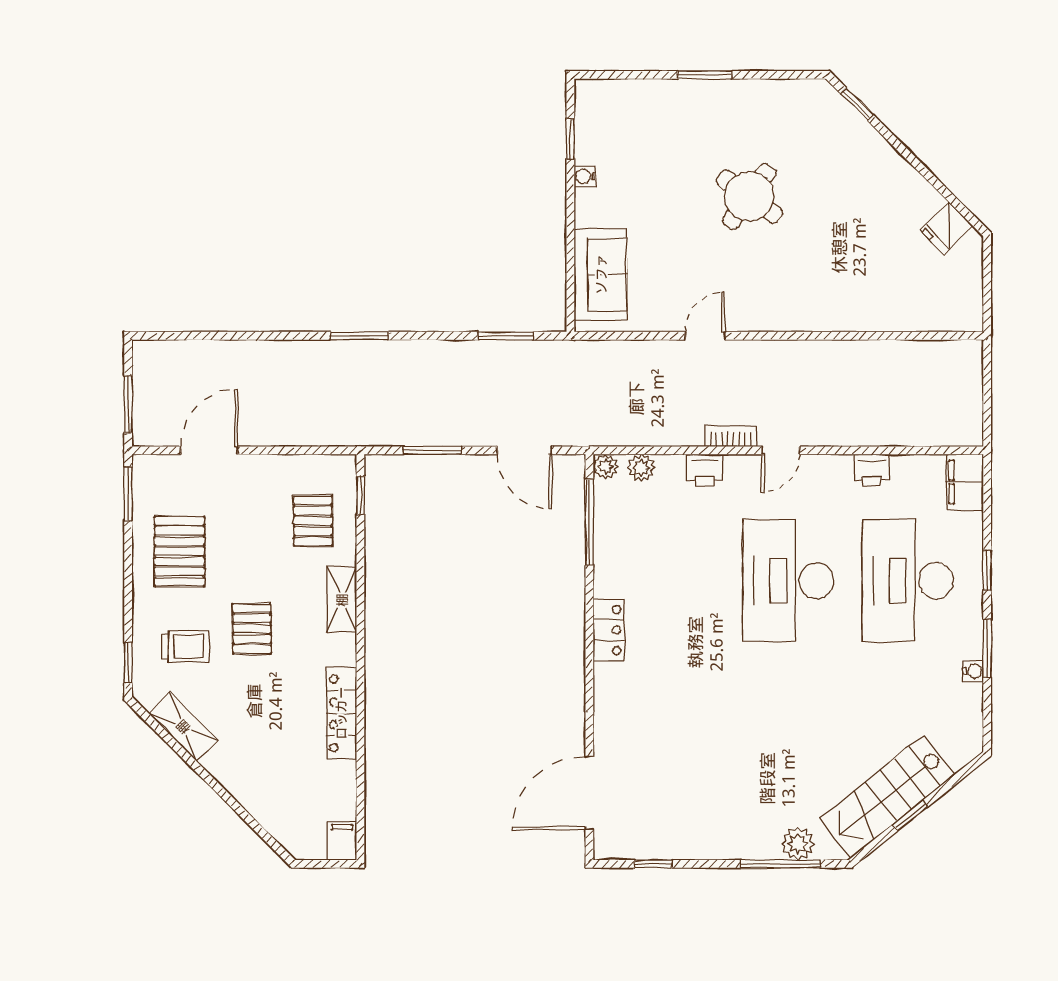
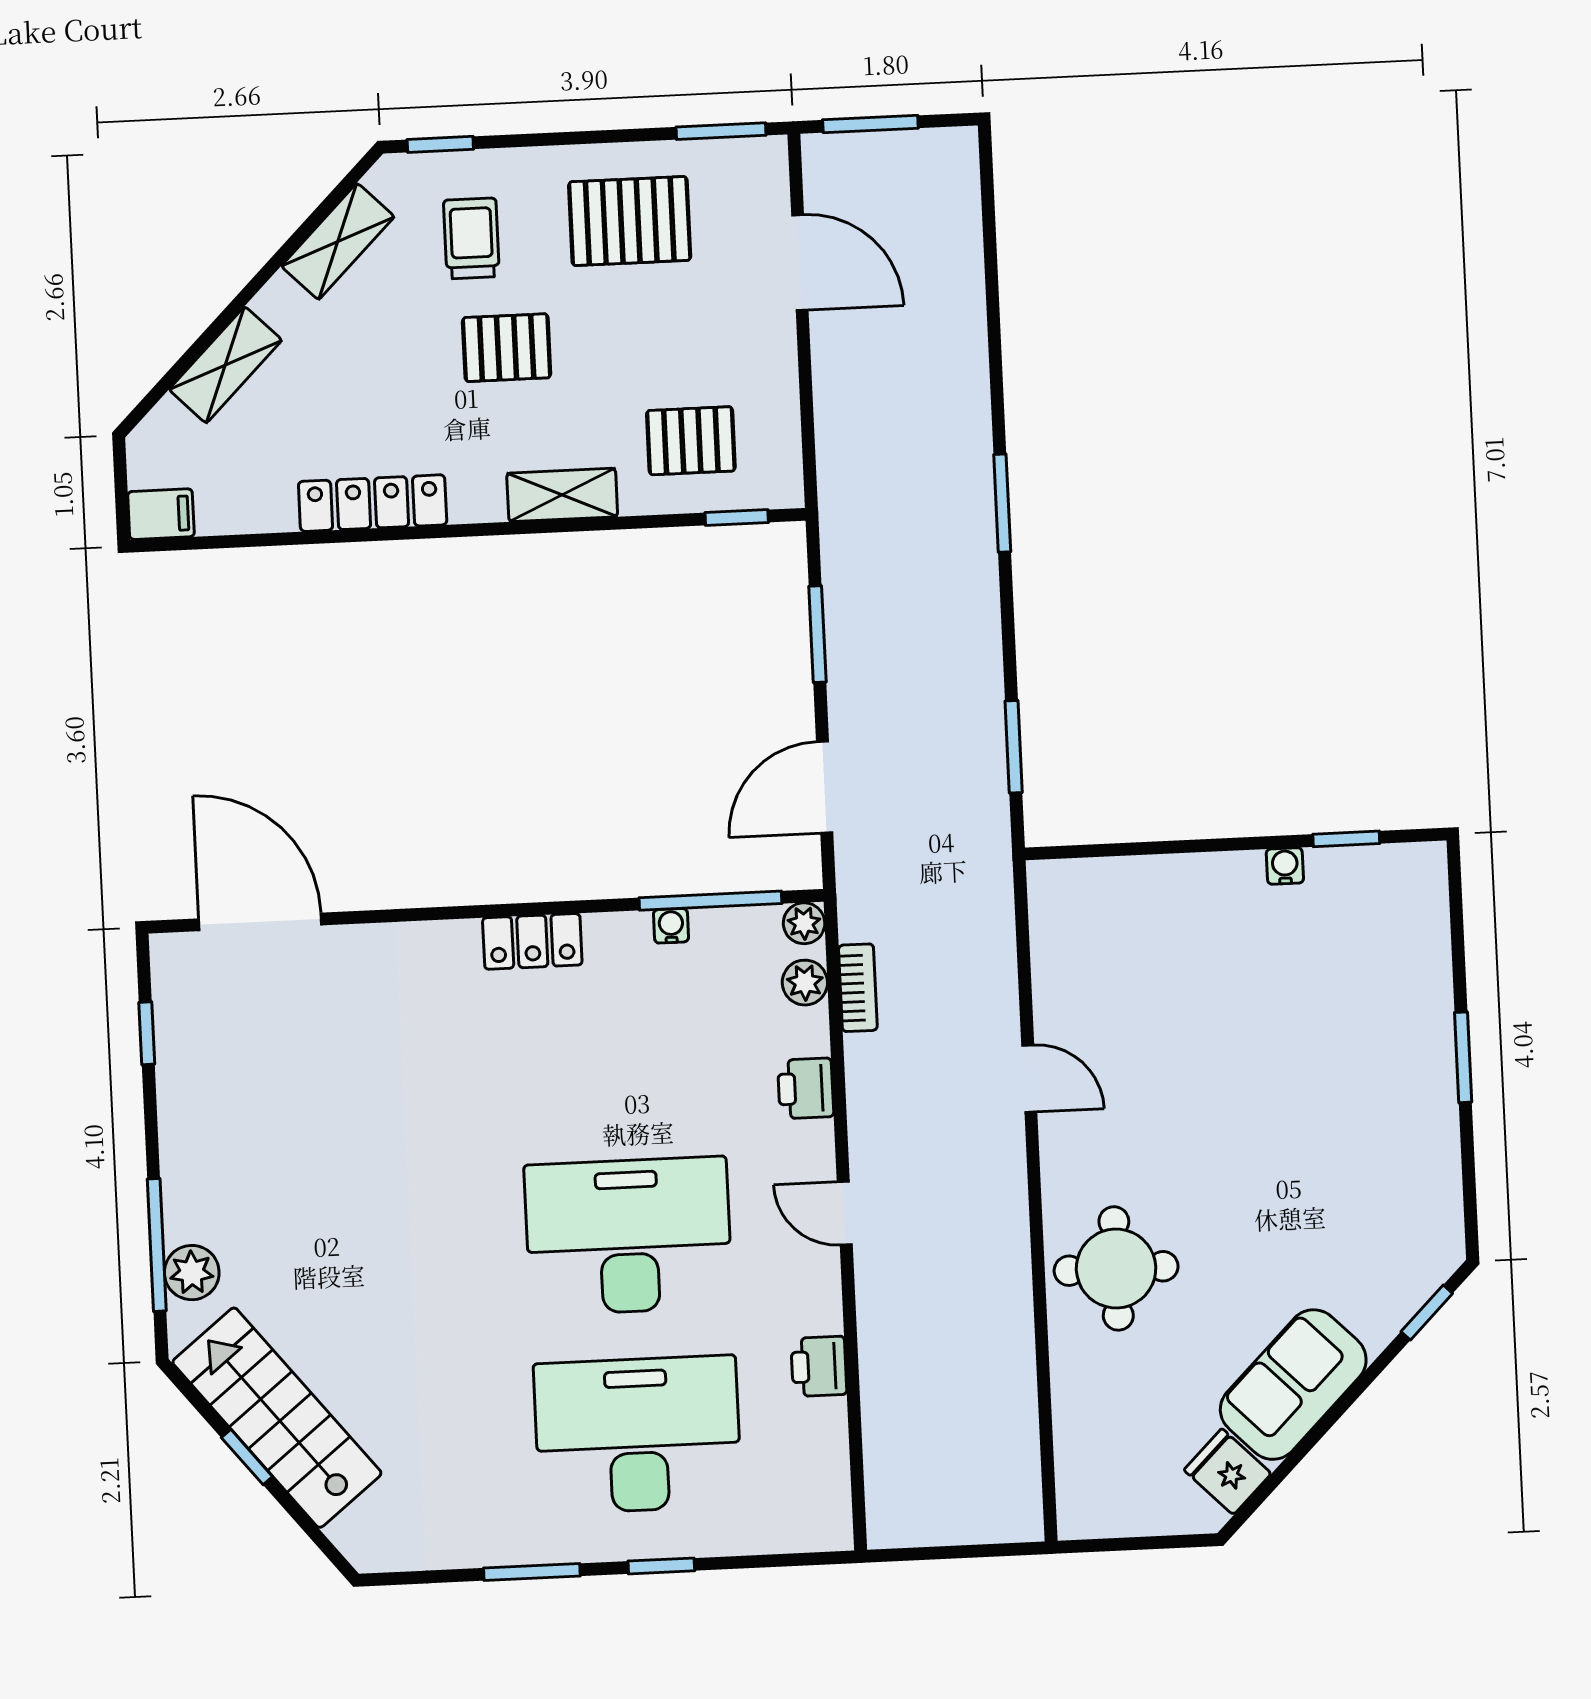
round table: (749, 197) -> (1116, 1268), moved, turned -36
sofa: (601, 274) -> (1293, 1385), moved, turned 135
bookcase: (730, 436) -> (858, 988), moved
filing cabinet: (965, 482) -> (806, 1522), removed
trolley: (185, 647) -> (471, 238), turned 180
water cooler: (973, 671) -> (671, 926), moved, turned 180
shelving: (254, 798) -> (225, 365), added

